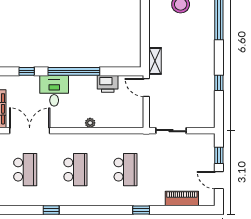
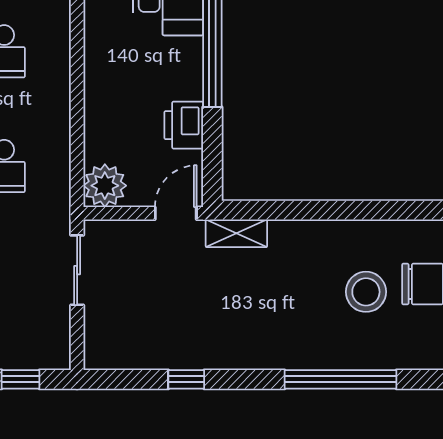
plant: (90, 123) -> (105, 186), moved, width x1.88, depth x1.88

